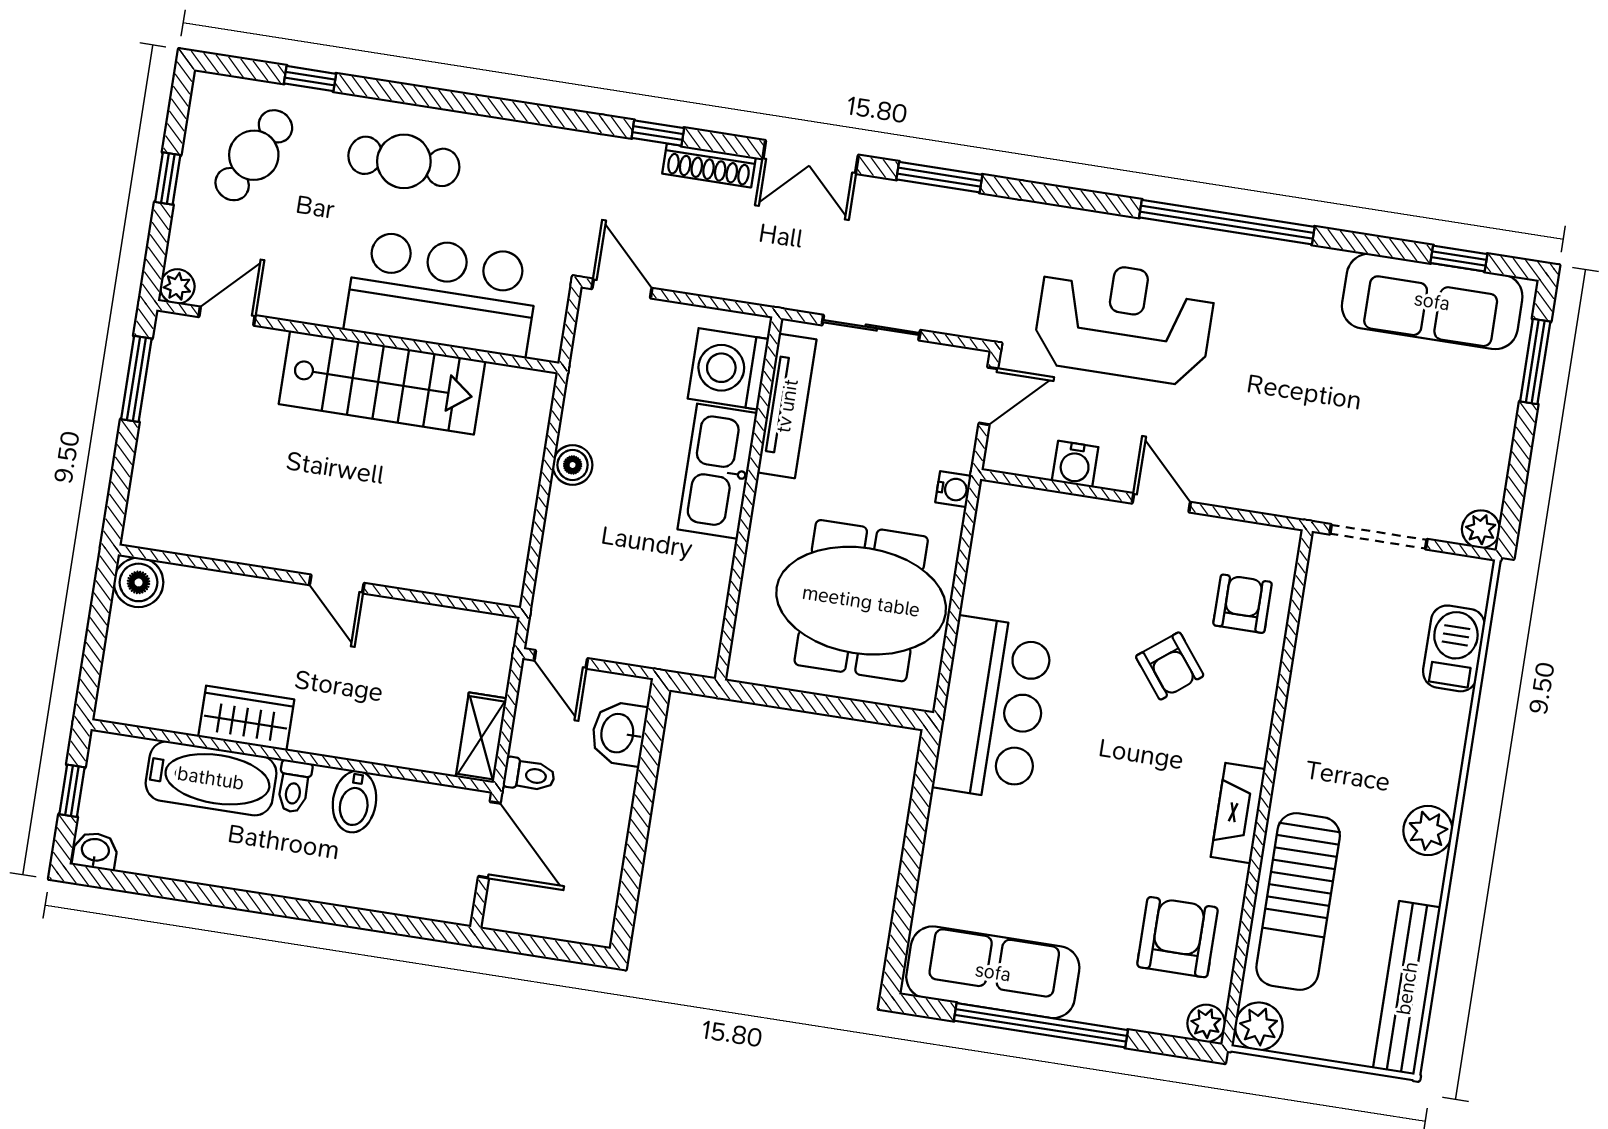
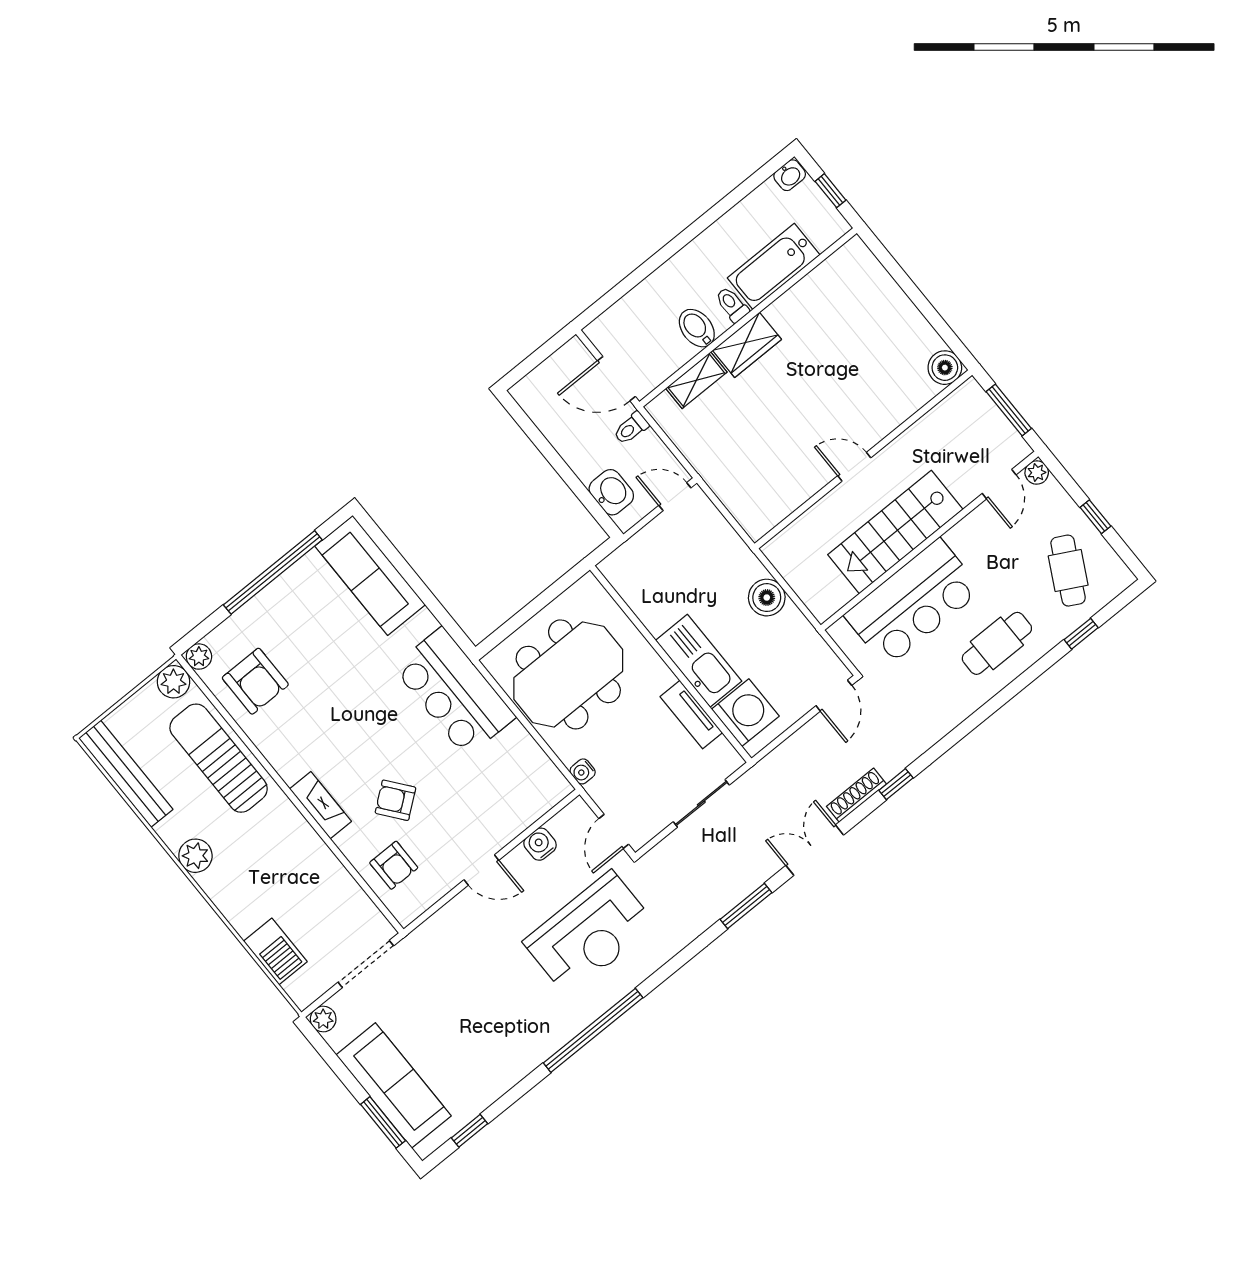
door: (622, 289) -> (834, 696), hinge flipped
sofa: (1432, 301) -> (394, 1085), moved, turned 90
tv unit: (787, 406) -> (691, 715), width x0.71
boiler: (573, 465) -> (767, 598), width x1.36, depth x1.36
wall: (320, 581) -> (863, 459), moved
boiler: (139, 582) -> (945, 368), moved
door: (337, 584) -> (854, 467), moved
wardrobe: (246, 718) -> (747, 345), moved
shelving: (481, 738) -> (696, 380), moved, turned 90
fireplace: (1238, 813) -> (321, 805), moved
sofa: (993, 972) -> (370, 575), moved, turned 90

